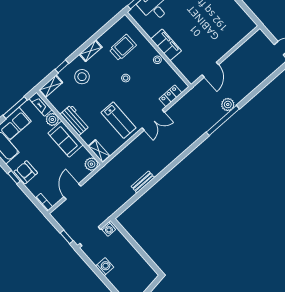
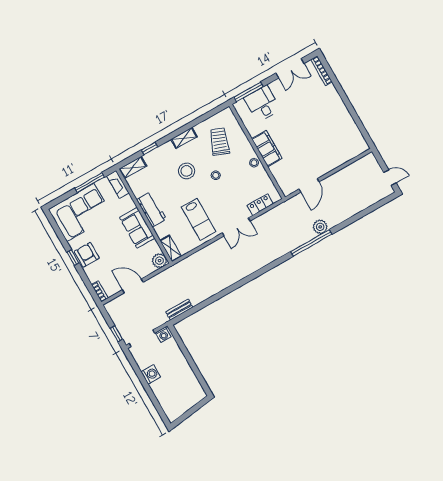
trolley: (123, 47) -> (219, 142), turned -68
stool: (82, 77) -> (187, 171), moved
plant: (52, 119) -> (127, 204), removed
bench: (143, 182) -> (179, 310), moved
door: (72, 191) -> (133, 286), hinge flipped

